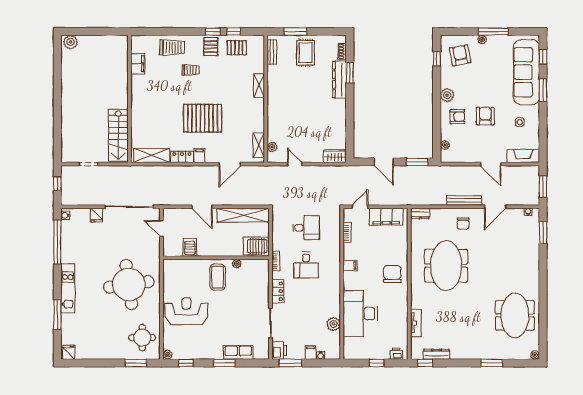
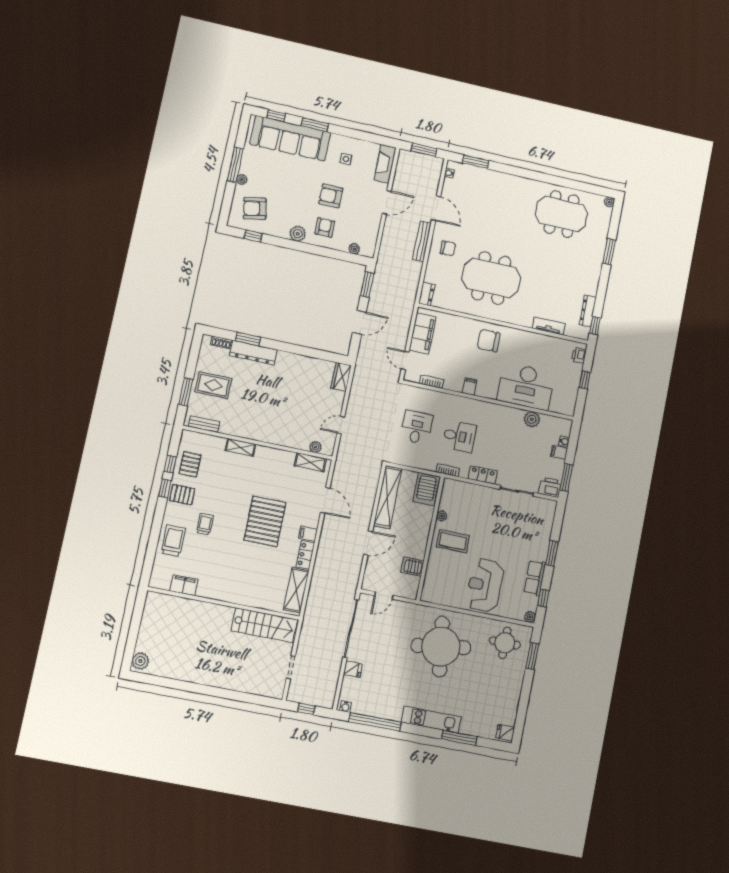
row of seats: (238, 352) -> (535, 578), moved

